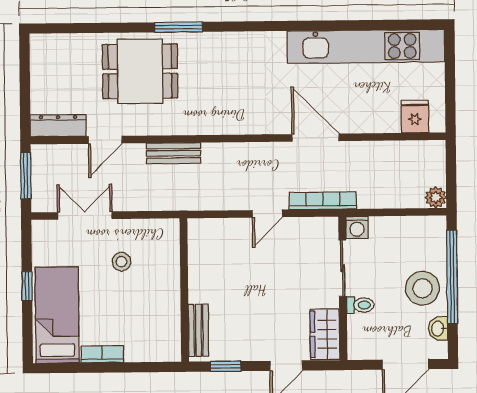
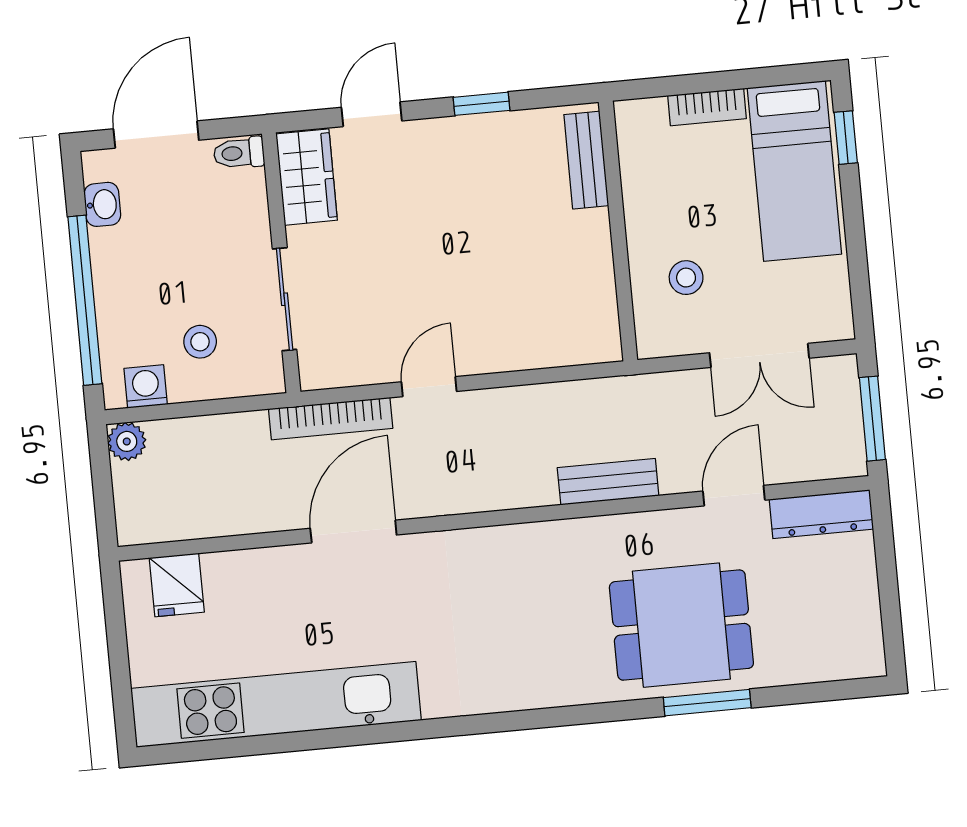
window: (179, 27) -> (707, 703), moved
door: (316, 138) -> (353, 532), swing flipped
washing machine: (357, 227) -> (146, 386), moved
window: (27, 286) -> (846, 138), moved
stool: (423, 288) -> (200, 342), moved, width x0.53, depth x0.53
wall: (184, 290) -> (618, 231), moved
toilet: (360, 305) -> (239, 153), moved
bench: (198, 330) -> (586, 160), moved

